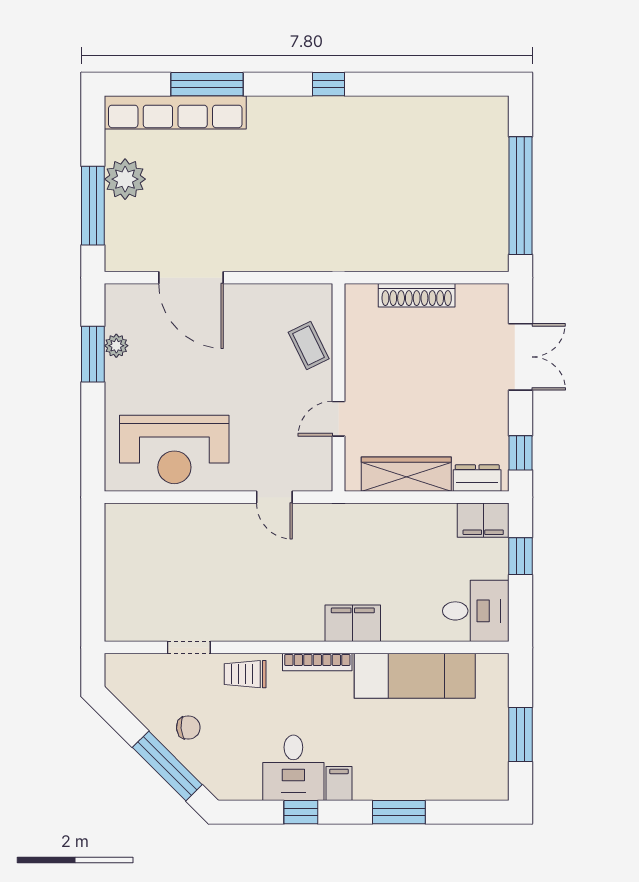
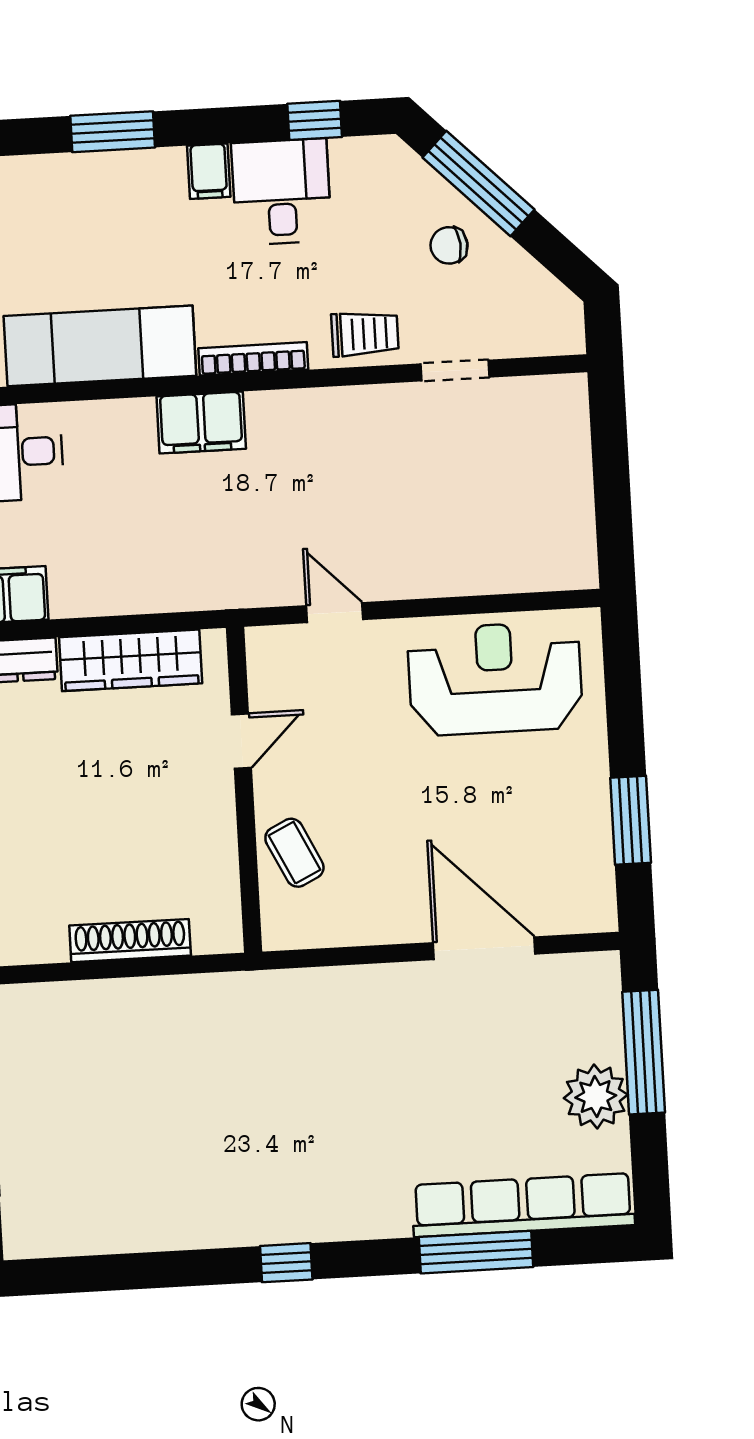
plant: (116, 346) -> (595, 835), removed
window: (301, 812) -> (315, 120), moved

